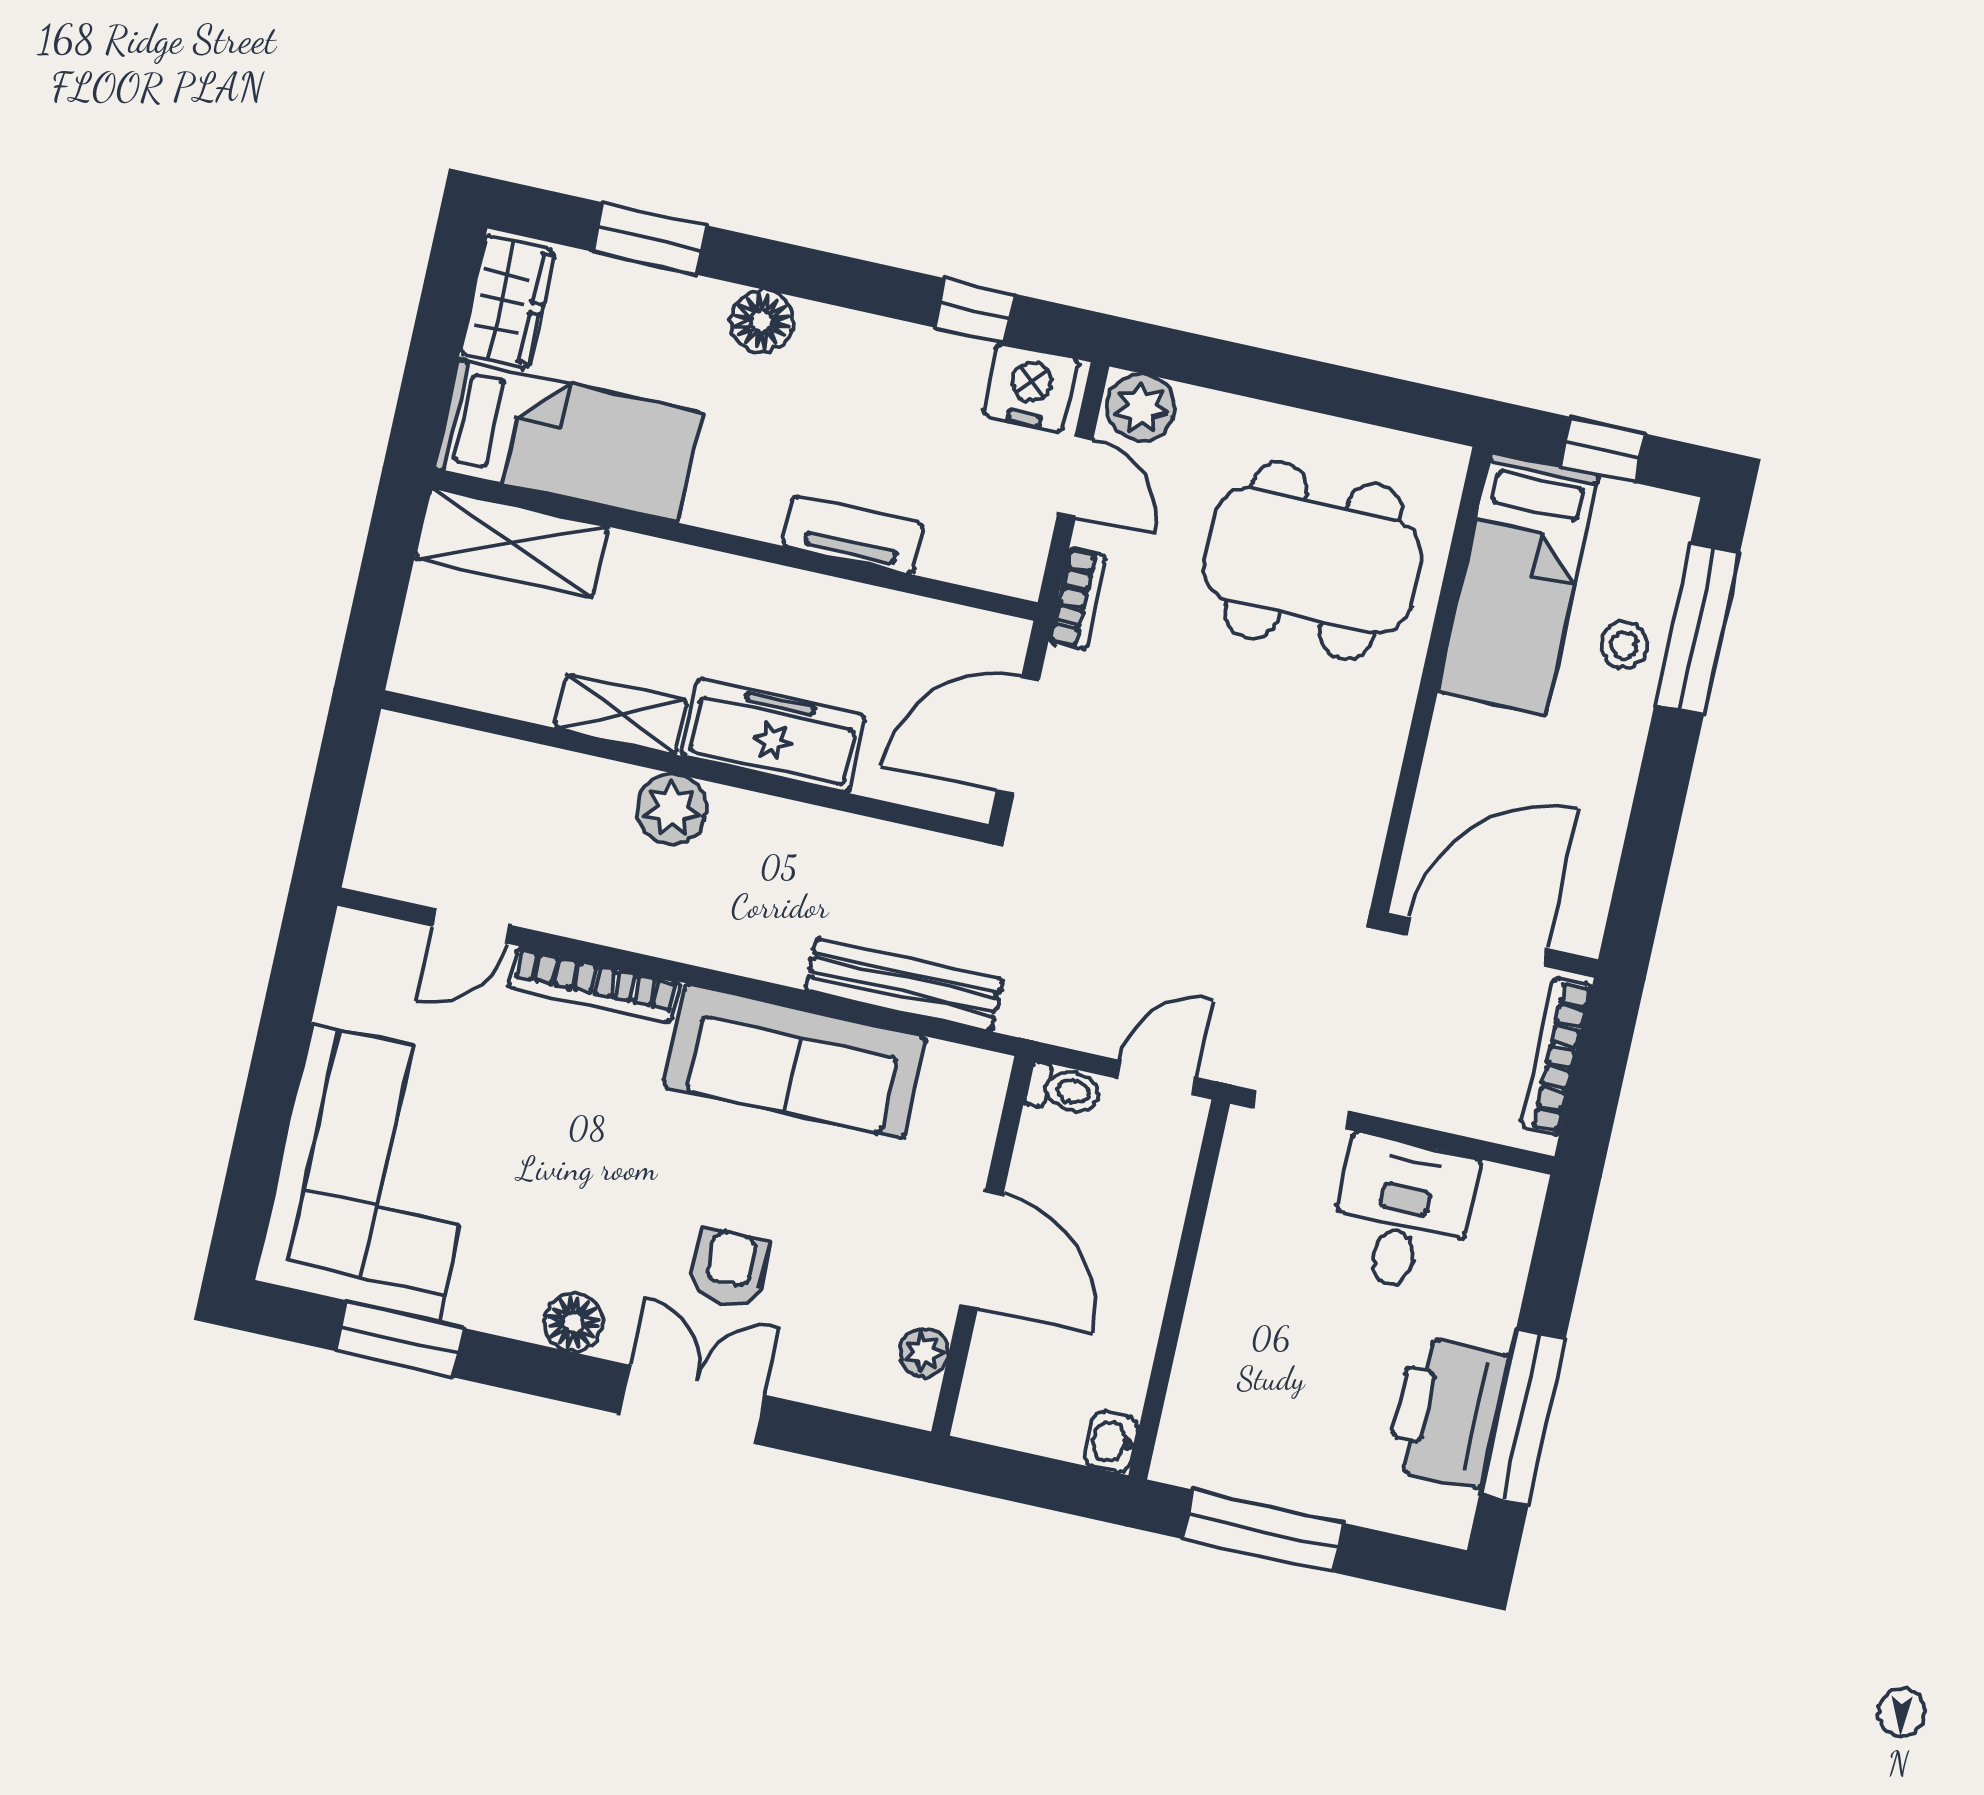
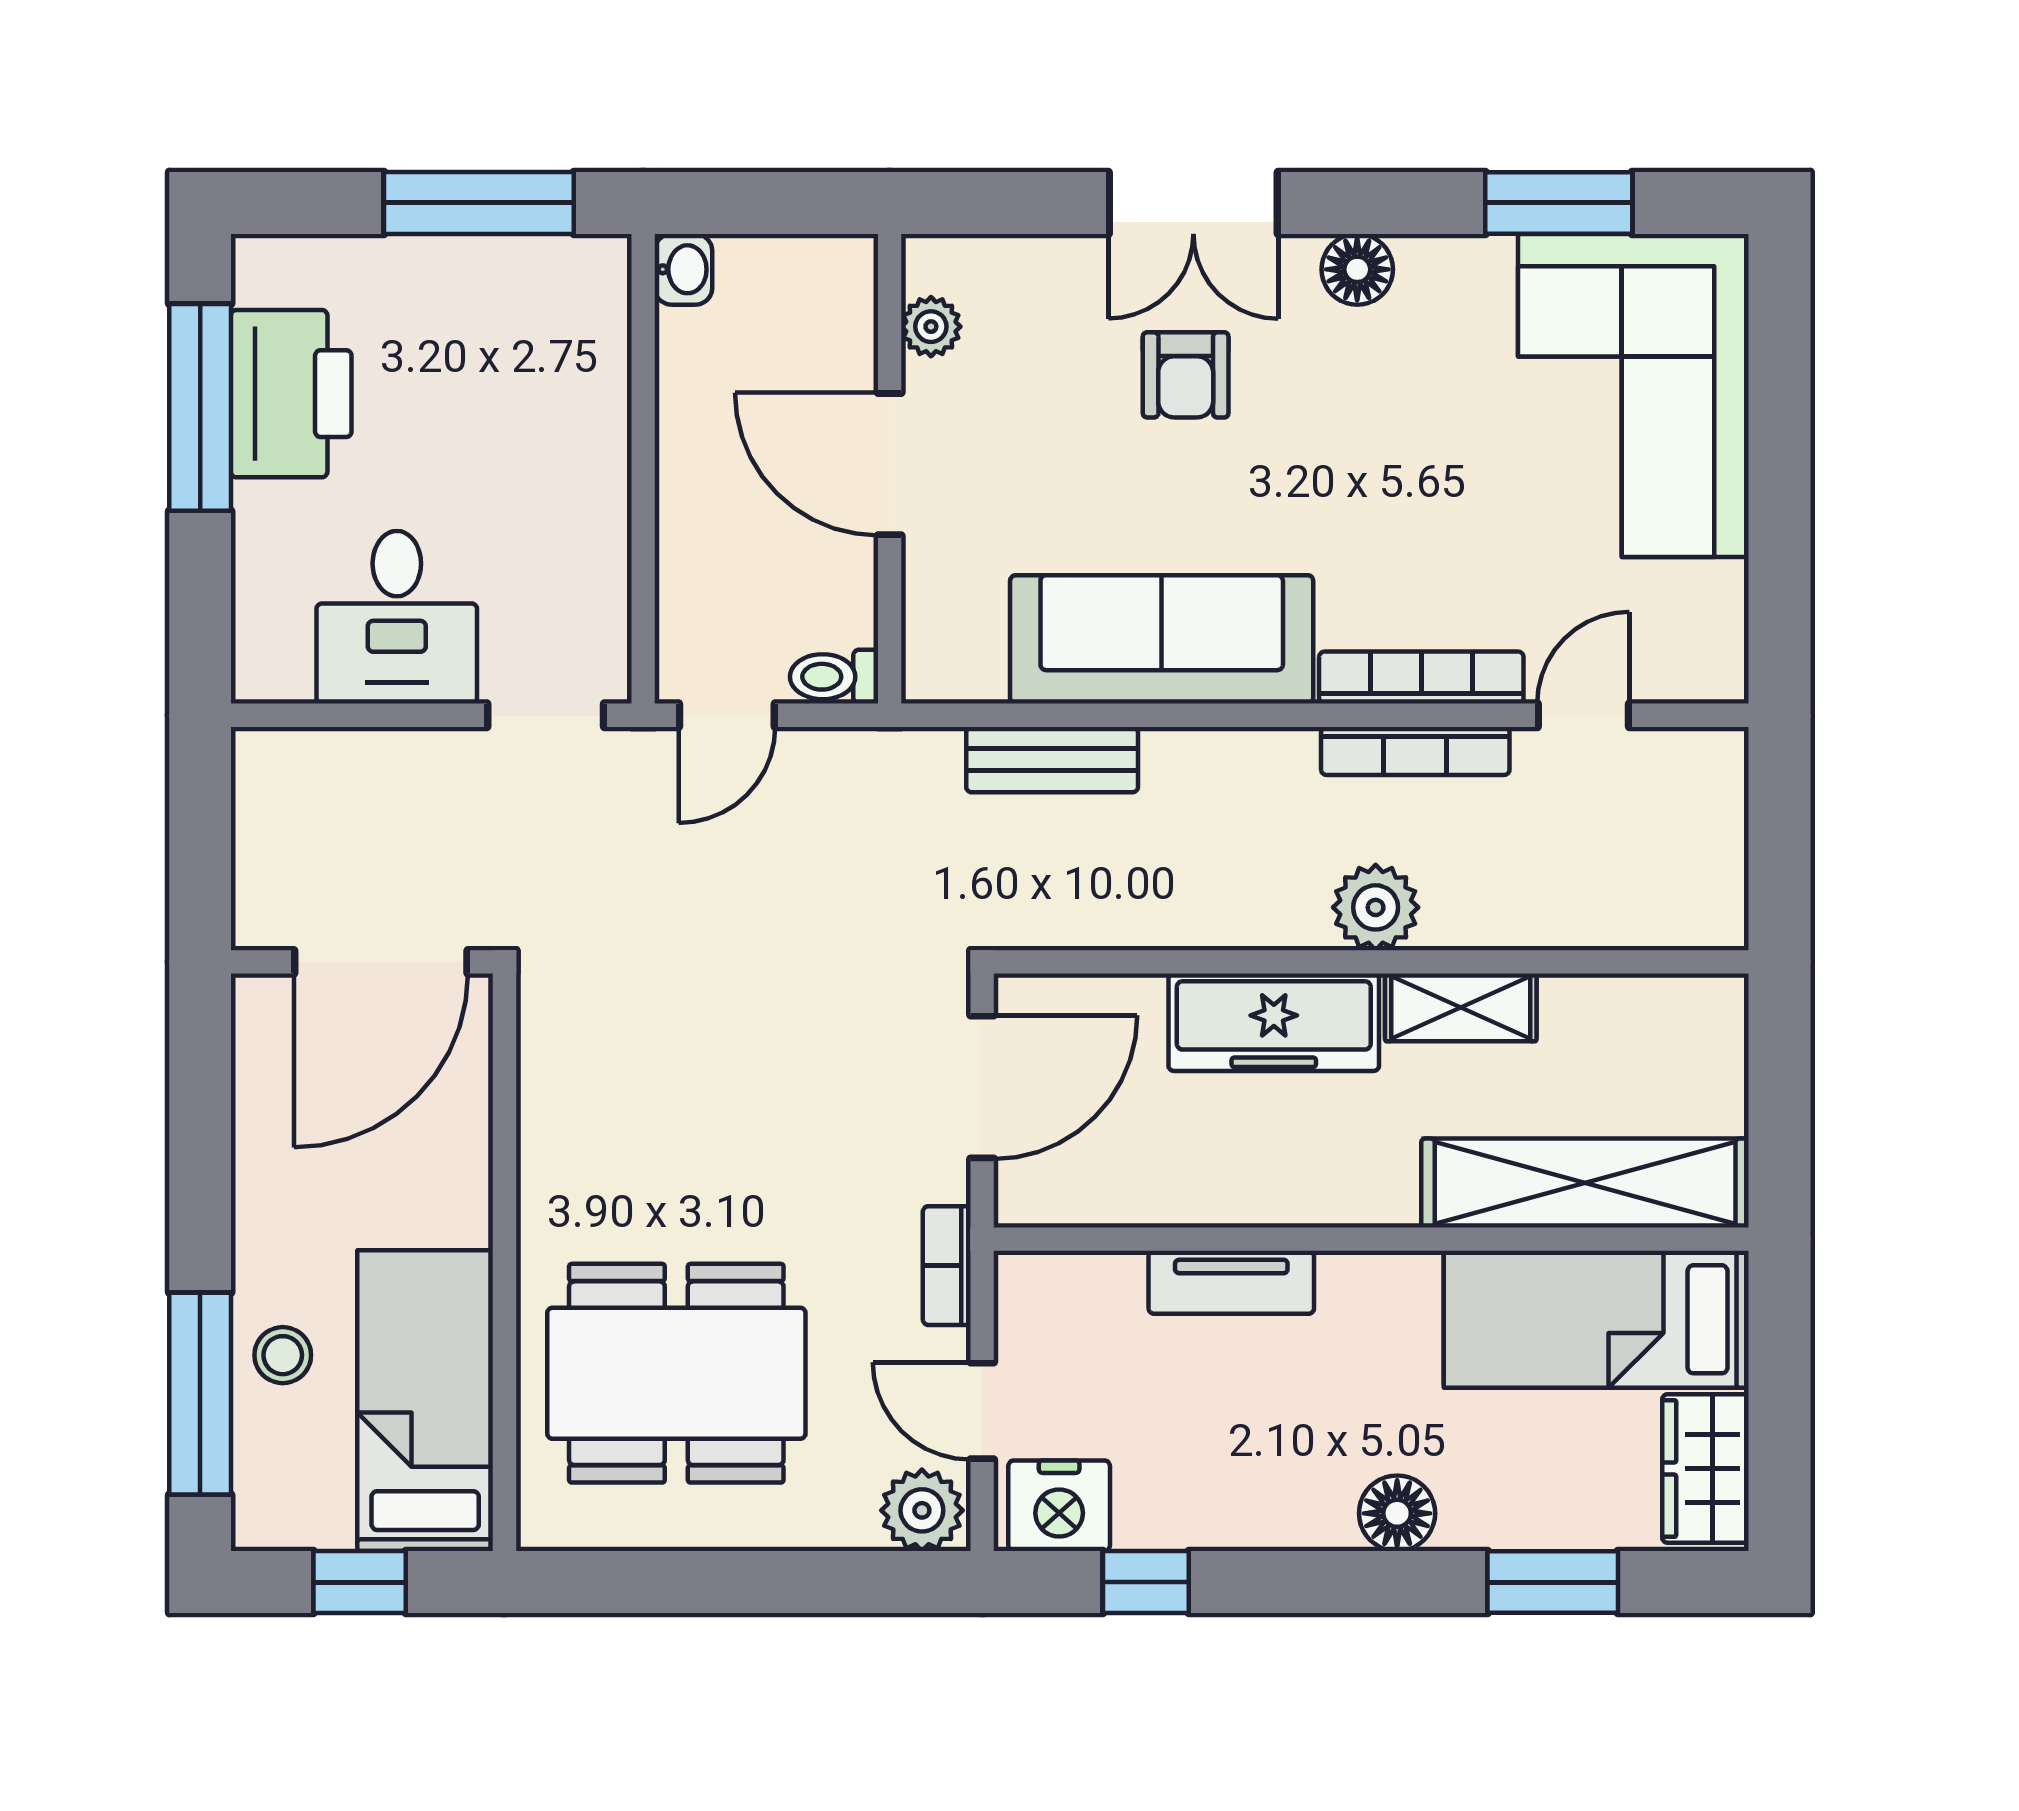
shelving: (511, 543) -> (1585, 1183), width x1.47
bench: (904, 985) -> (1052, 760), width x0.73
bookcase: (1556, 1056) -> (1415, 751), moved, turned 90

